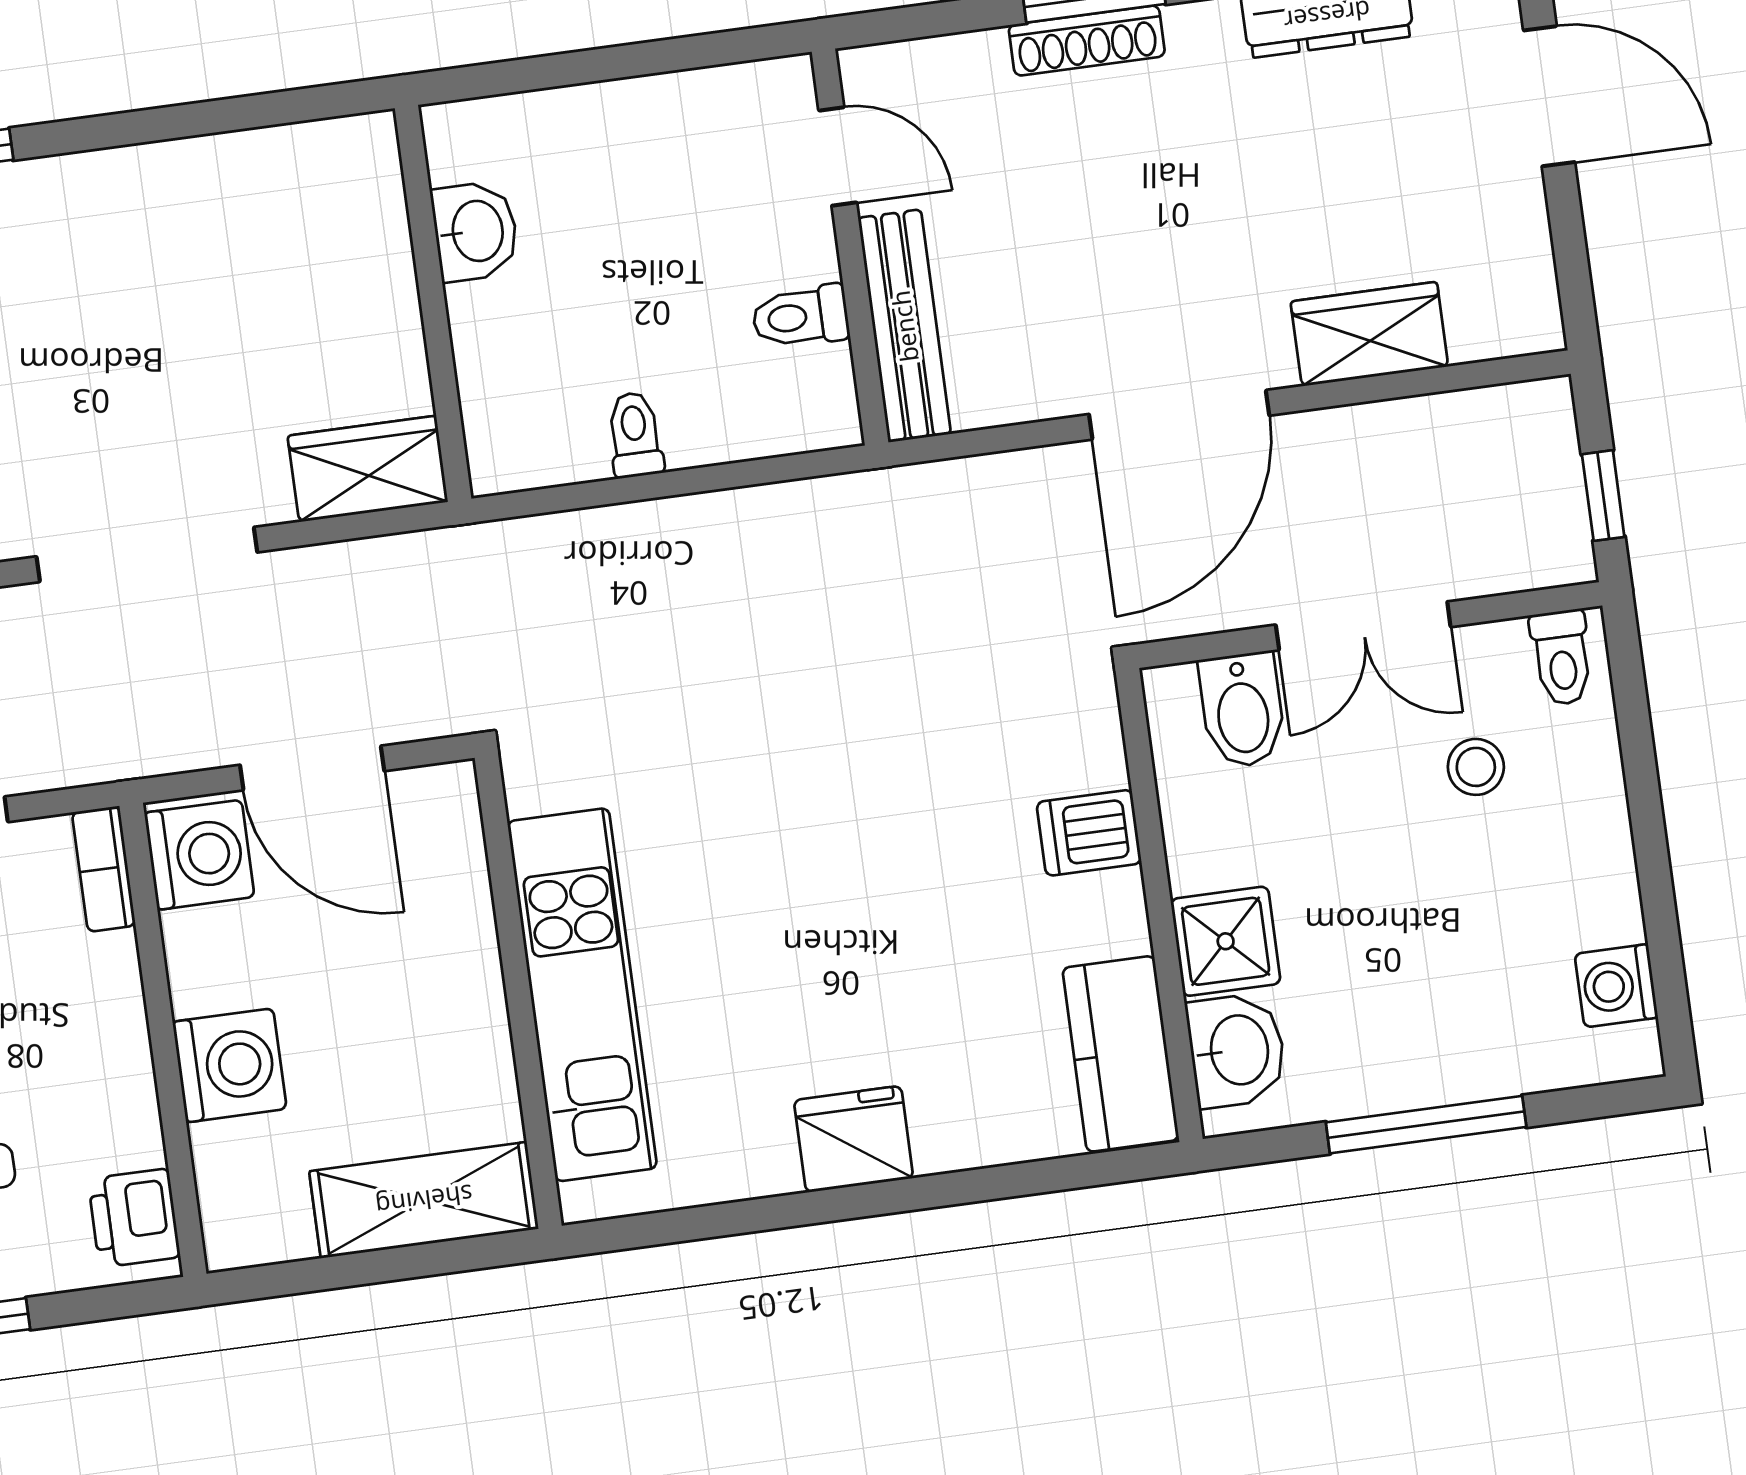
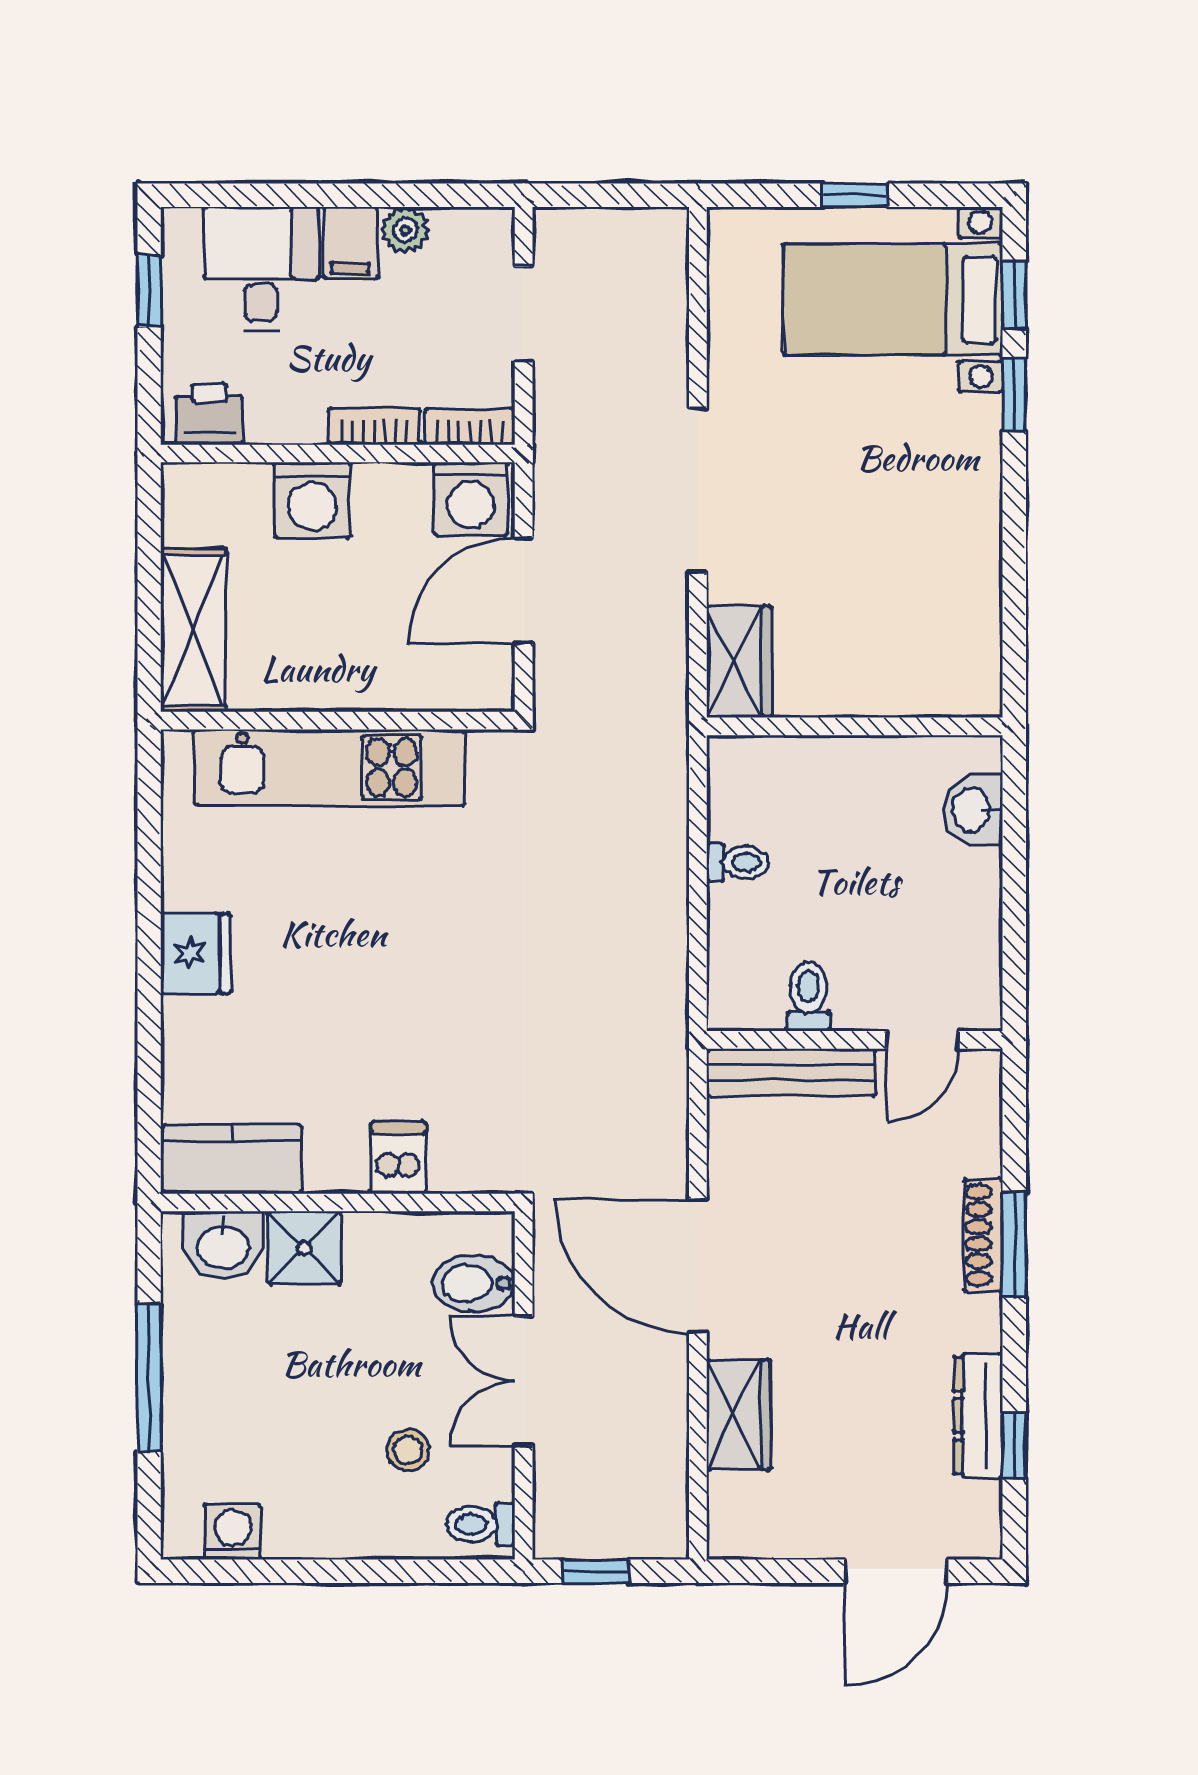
washbasin: (475, 231) -> (973, 810), moved, turned 90
bookcase: (121, 996) -> (374, 427), added

